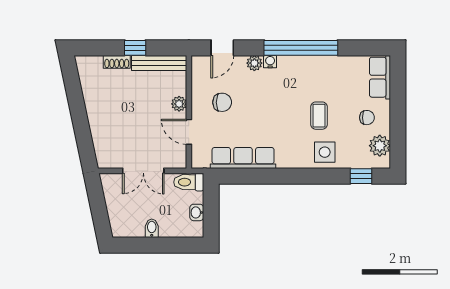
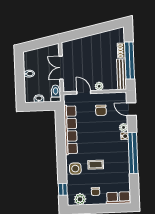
window: (135, 48) -> (129, 60), width x3.17
door: (189, 132) -> (84, 92), hinge flipped
row of seats: (243, 158) -> (71, 130), width x1.36

